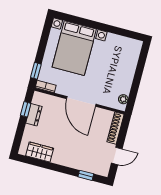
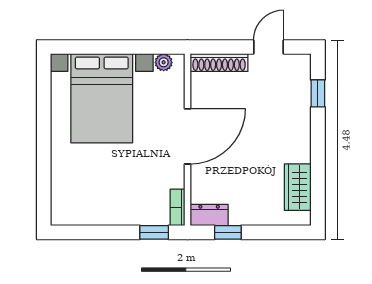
bed with nightstands: (74, 48) -> (102, 98), moved, turned 90
dresser: (34, 115) -> (209, 215), moved
door: (117, 156) -> (269, 47), hinge flipped

